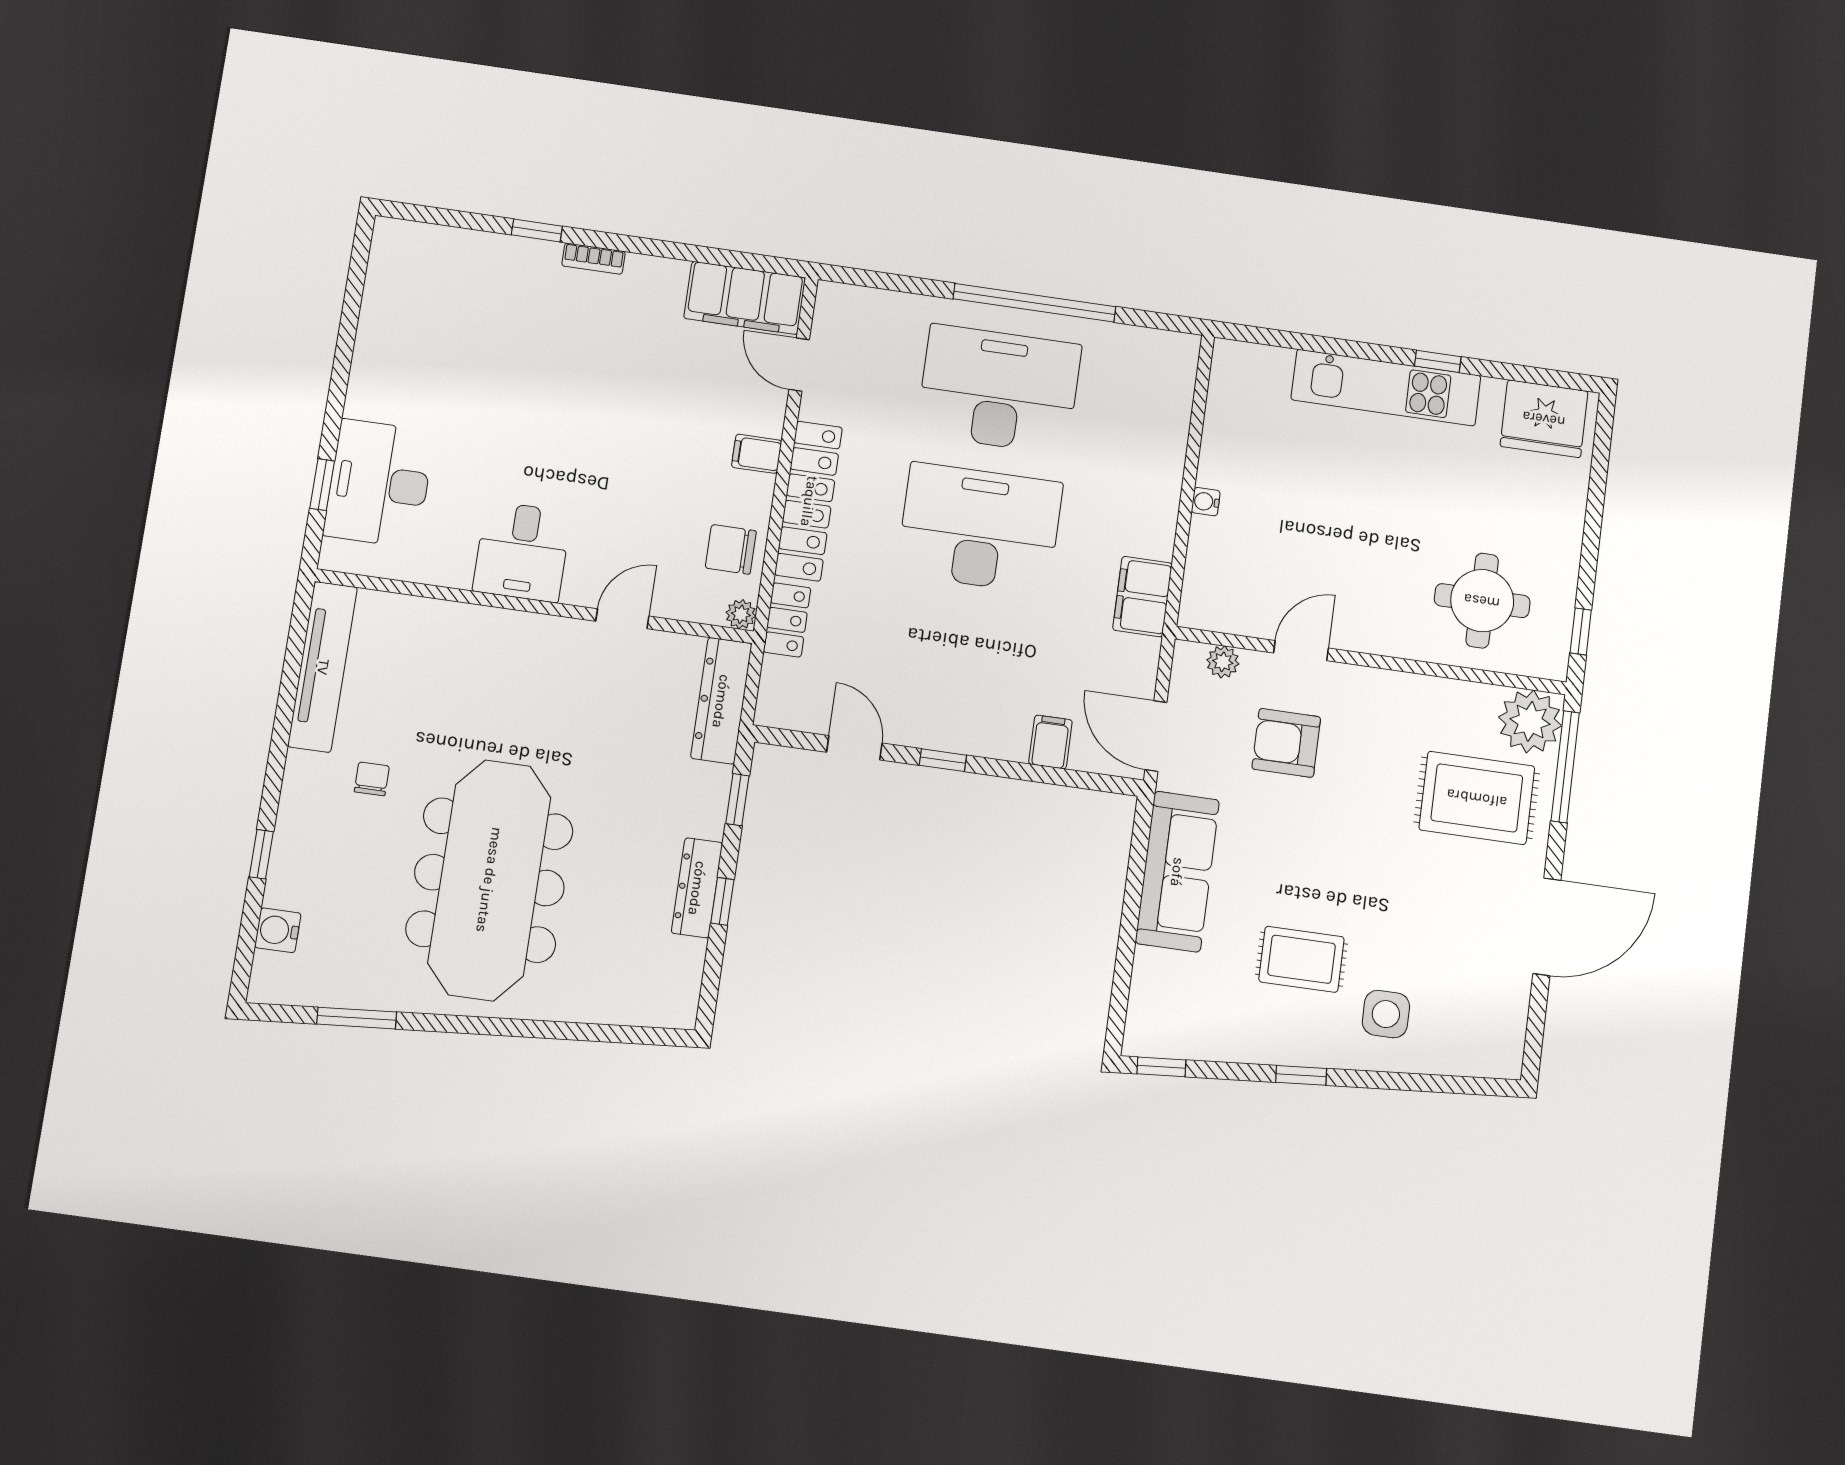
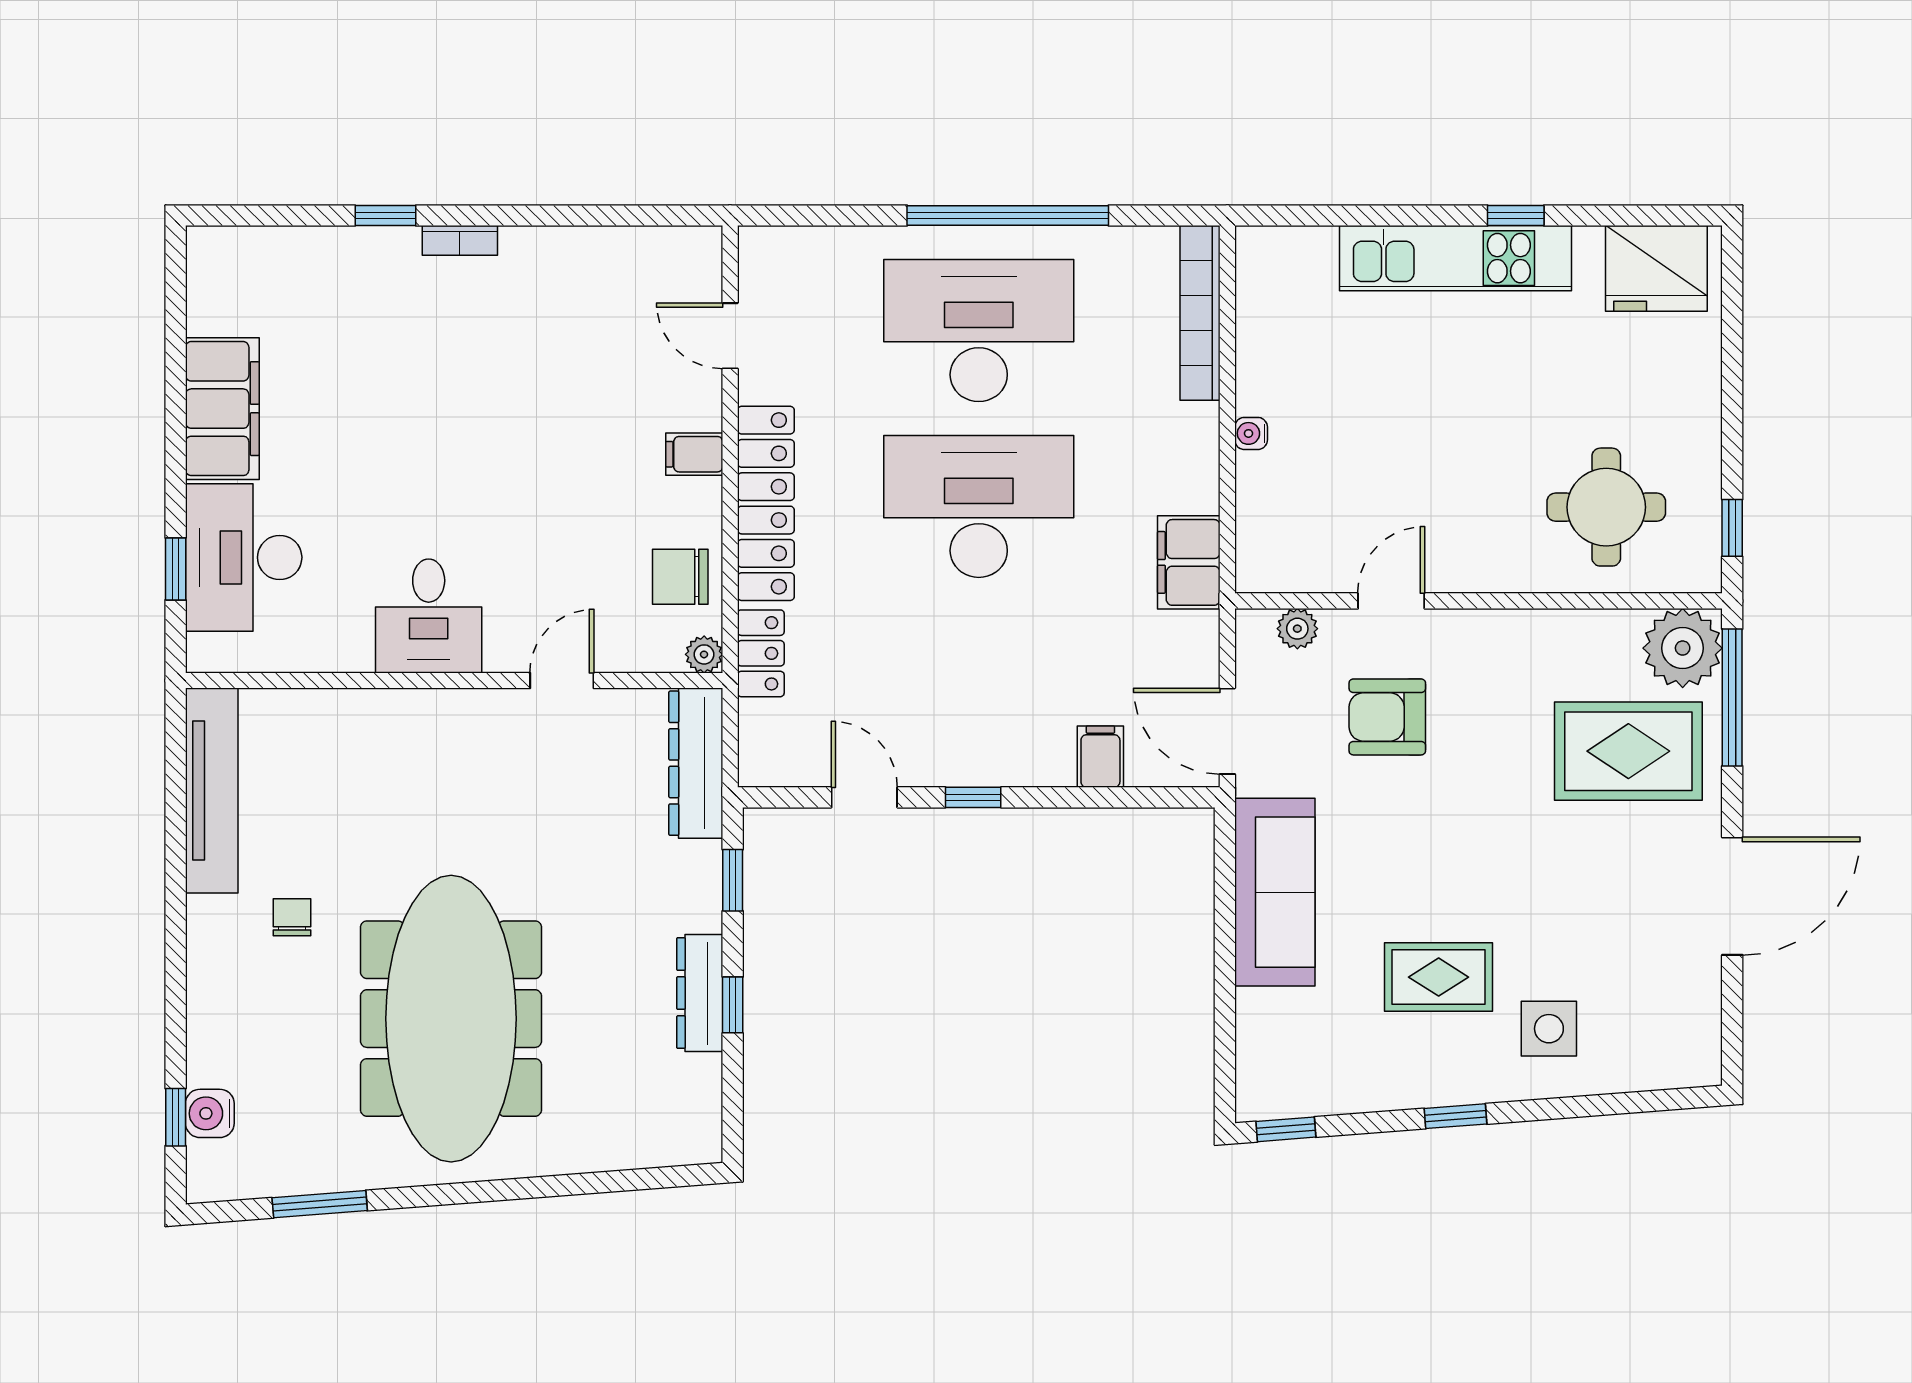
filing cabinet: (745, 298) -> (222, 409), moved, turned -90
bookcase: (1177, 401) -> (1200, 313), added
window: (261, 854) -> (176, 1117), moved

